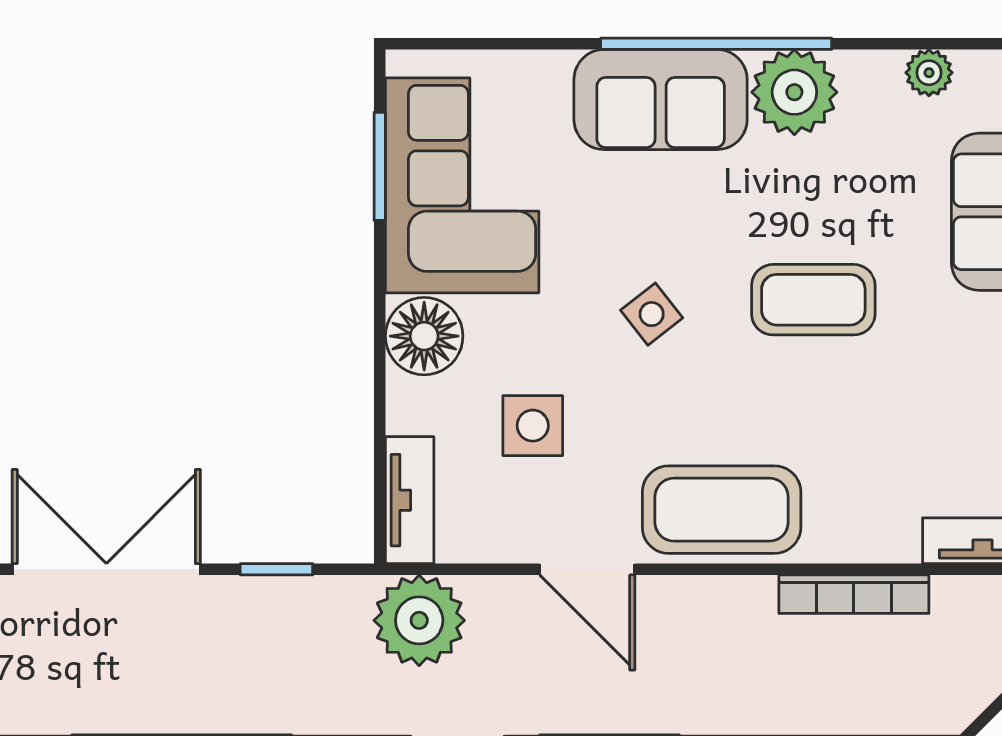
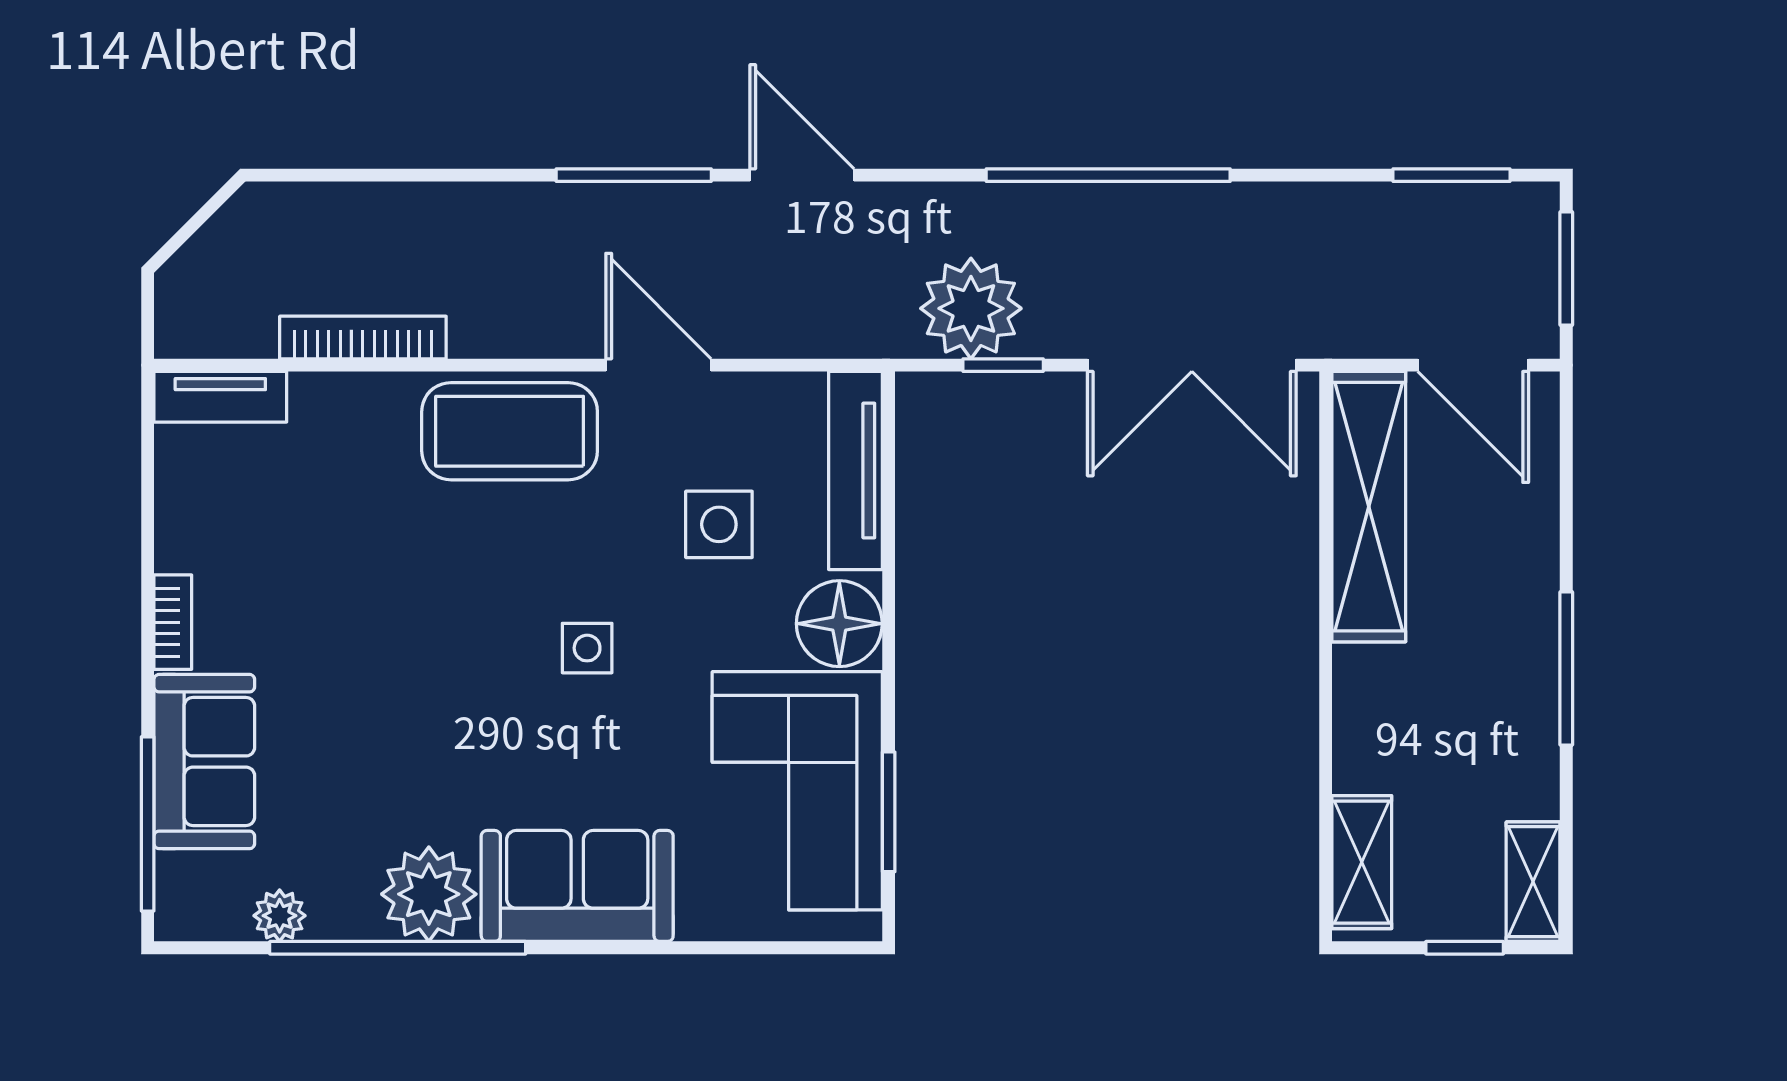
window: (716, 44) -> (398, 948), moved
coffee table: (813, 300) -> (408, 664), removed
side table: (652, 314) -> (587, 648), turned 38
tv unit: (410, 500) -> (855, 470), width x1.41
plant: (419, 620) -> (971, 308), moved

